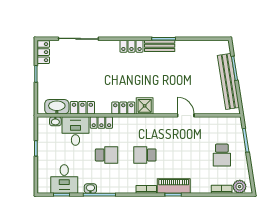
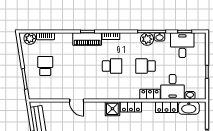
plant: (105, 186) -> (147, 39), added

